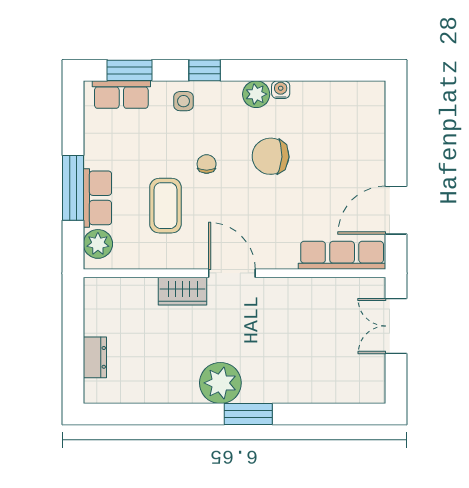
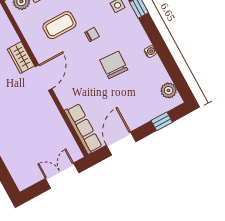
plant: (256, 94) -> (169, 90), moved
window: (396, 130) -> (162, 121), added
door: (396, 210) -> (121, 144), hinge flipped

